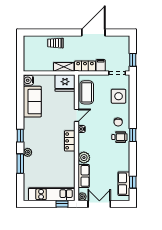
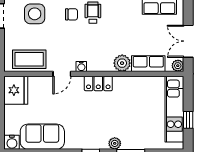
door: (76, 115) -> (62, 74), swing flipped
window: (62, 204) -> (188, 120), moved

